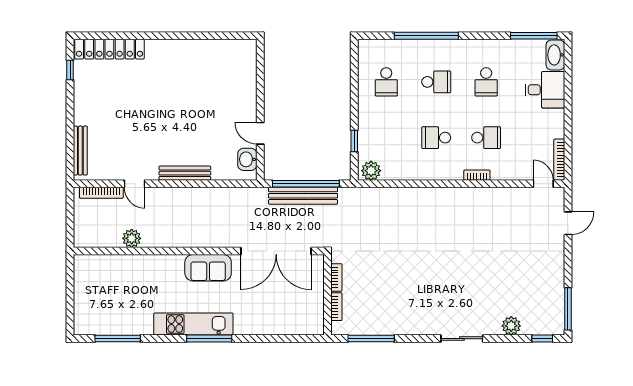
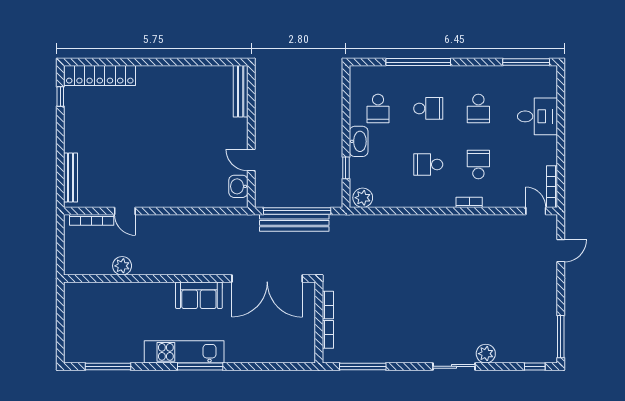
washbasin: (555, 55) -> (359, 141), moved, turned 180
school desk: (486, 138) -> (478, 164), turned -90
bench: (185, 173) -> (241, 91), moved, turned 90
plant: (511, 326) -> (486, 354), moved

